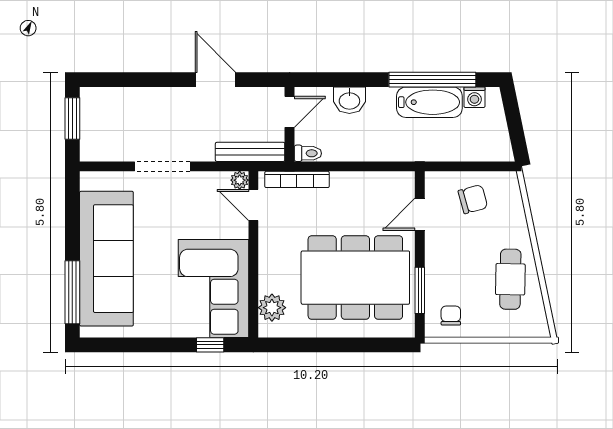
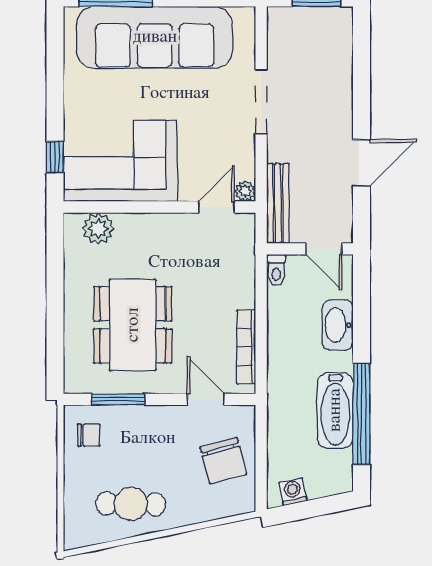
washing machine: (474, 97) -> (293, 492), moved, turned 78
washbasin: (349, 100) -> (338, 325), width x1.38
bookcase: (297, 179) -> (246, 347), moved
chair: (473, 199) -> (223, 461), width x1.37, depth x1.37
dining table: (355, 278) -> (133, 325), width x0.73, depth x0.80

